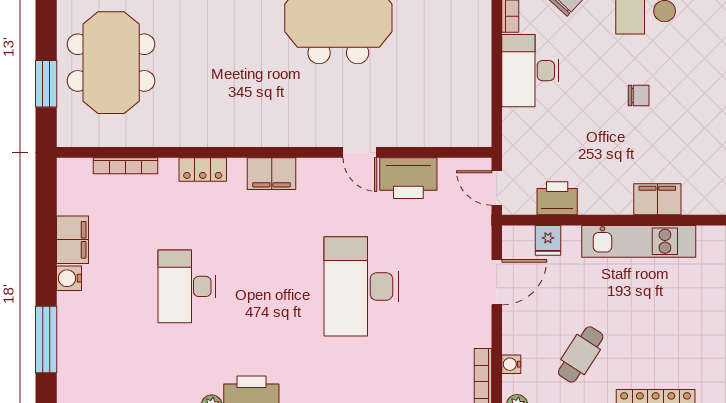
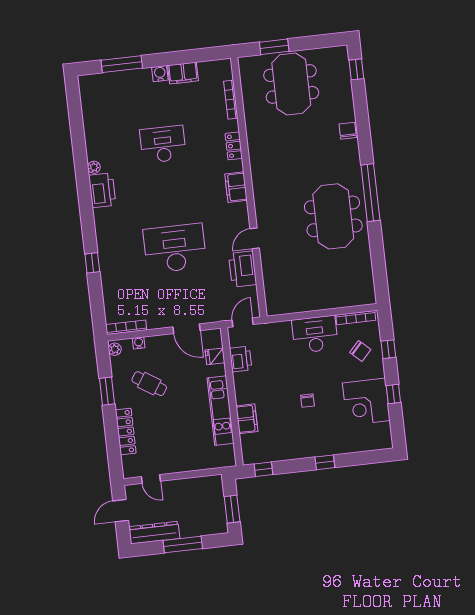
meeting table: (111, 63) -> (291, 84), turned 90

